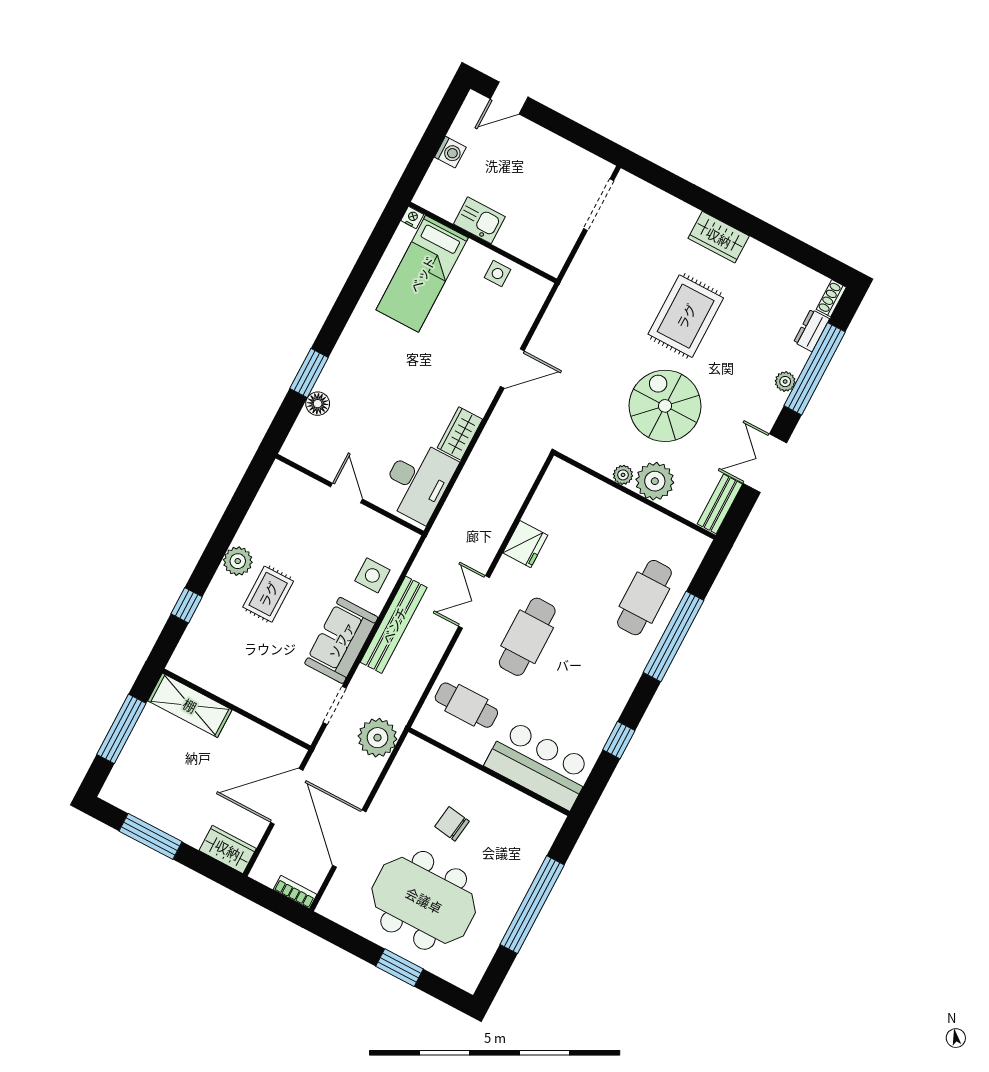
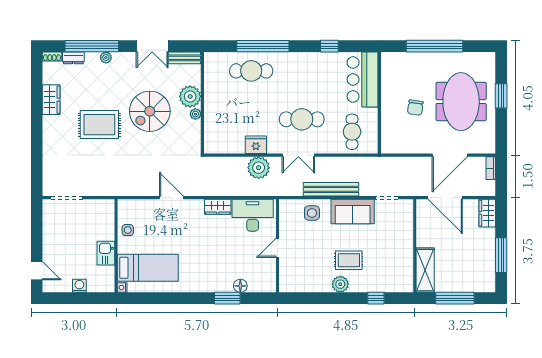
wardrobe: (719, 237) -> (51, 100), moved
plant: (377, 738) -> (259, 168), moved

